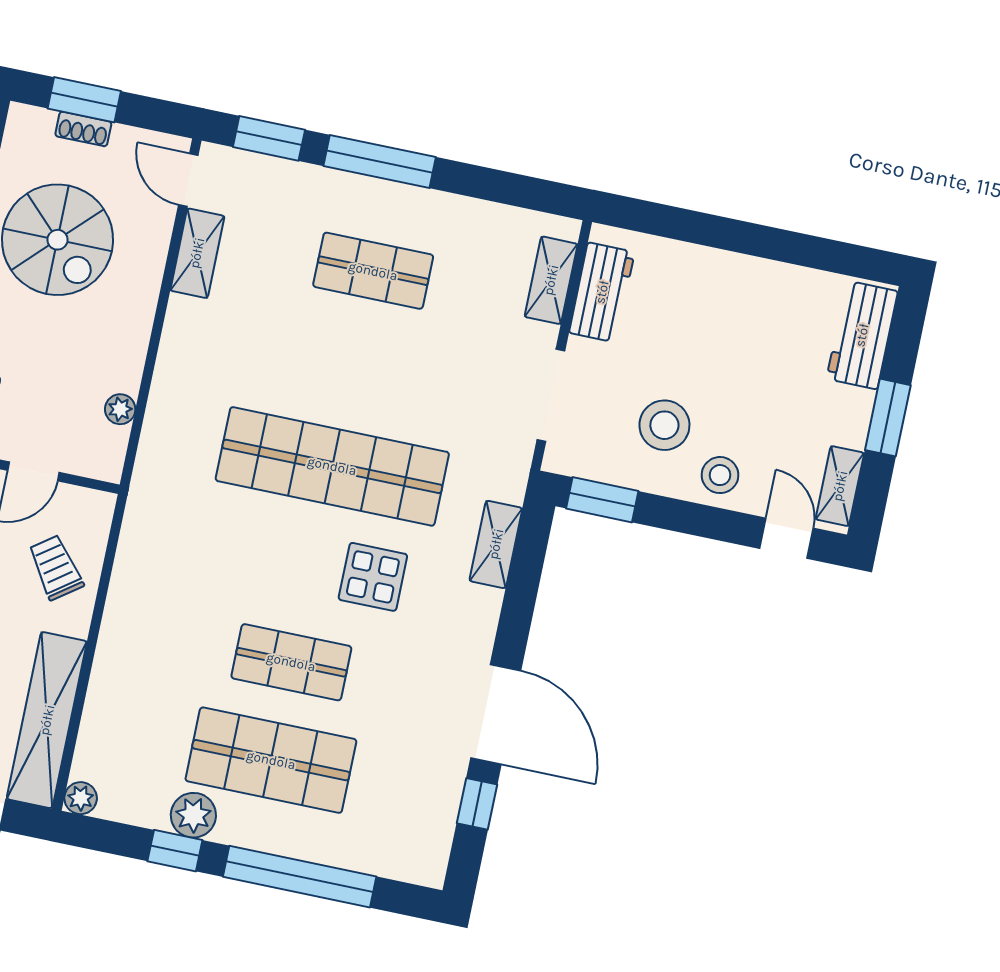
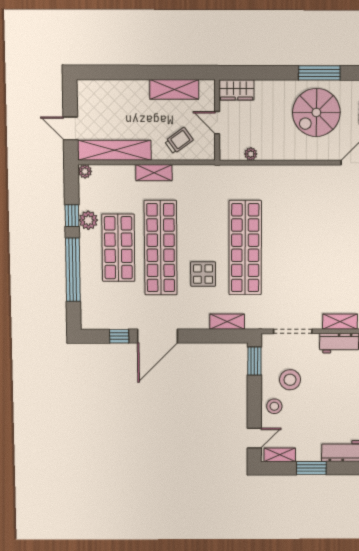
shelving: (197, 253) -> (154, 173), moved
shop shelf: (373, 271) -> (330, 248), removed
shop shelf: (291, 662) -> (161, 248), width x2.00, depth x1.36

